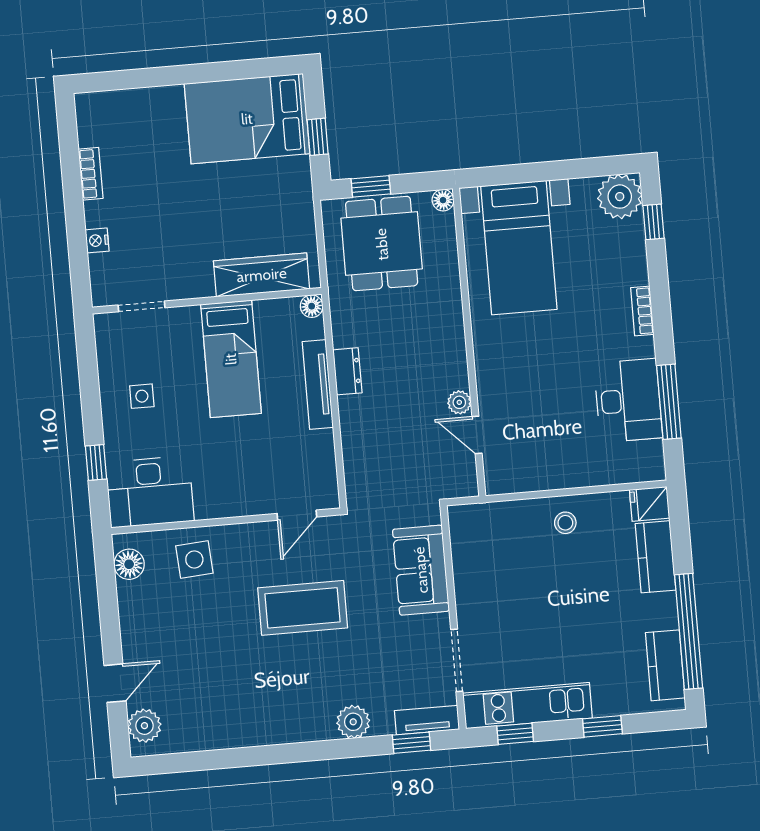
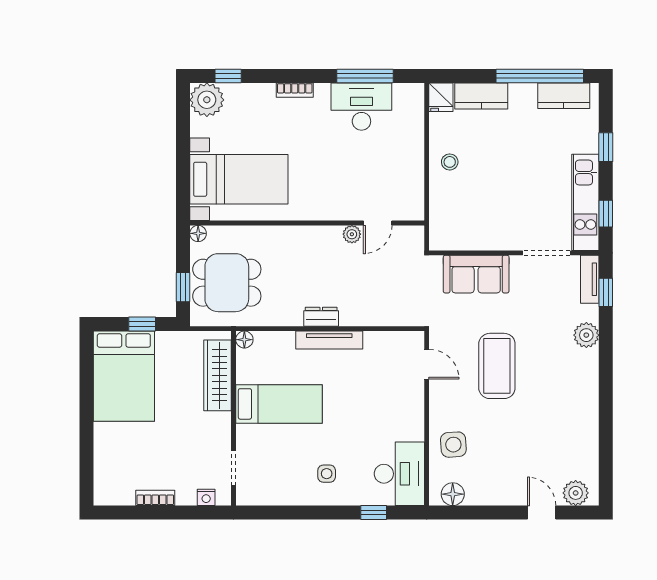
wardrobe: (262, 275) -> (218, 375), moved
wall: (207, 301) -> (234, 418), moved
doorway: (141, 306) -> (234, 468), moved
floor lamp: (312, 306) -> (244, 340), moved
bed: (231, 359) -> (279, 404), moved

